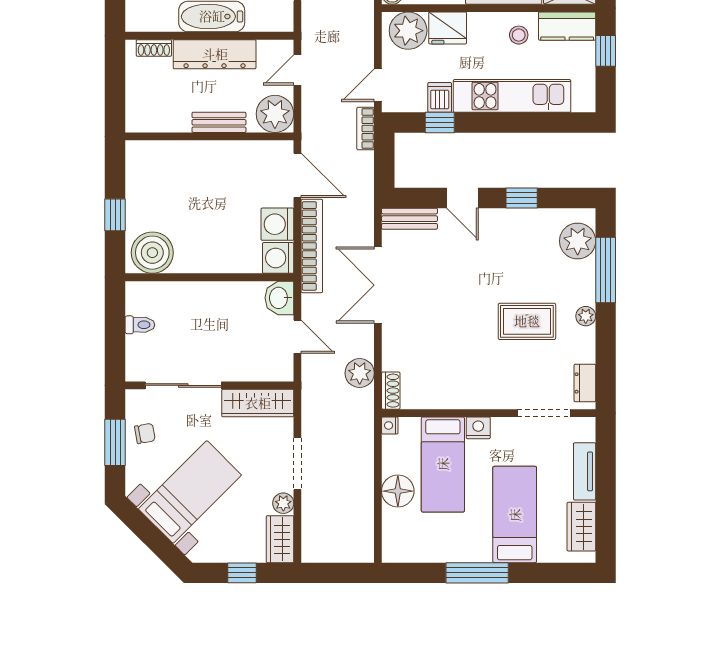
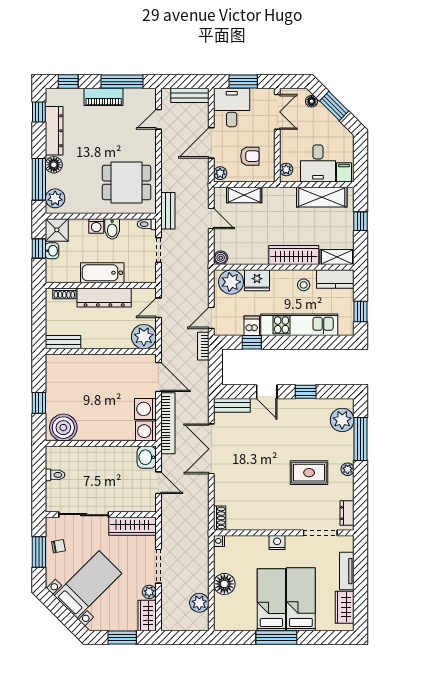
window: (606, 51) -> (361, 311), moved
bench: (219, 122) -> (63, 342), moved
plant: (360, 373) -> (199, 603), moved
bed: (443, 464) -> (271, 600), moved, turned 180
window: (242, 573) -> (122, 638), width x1.50

